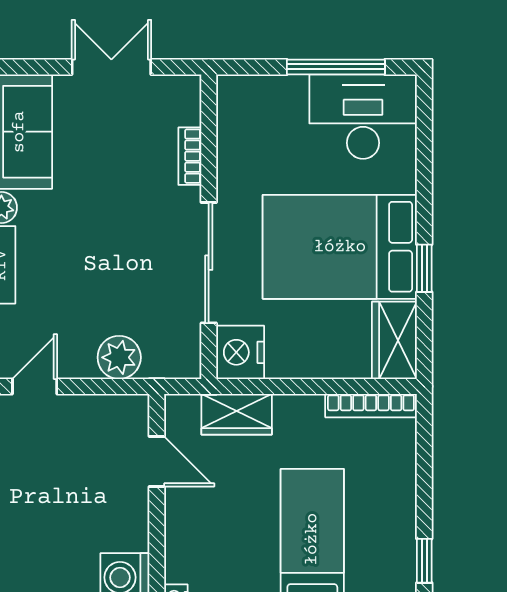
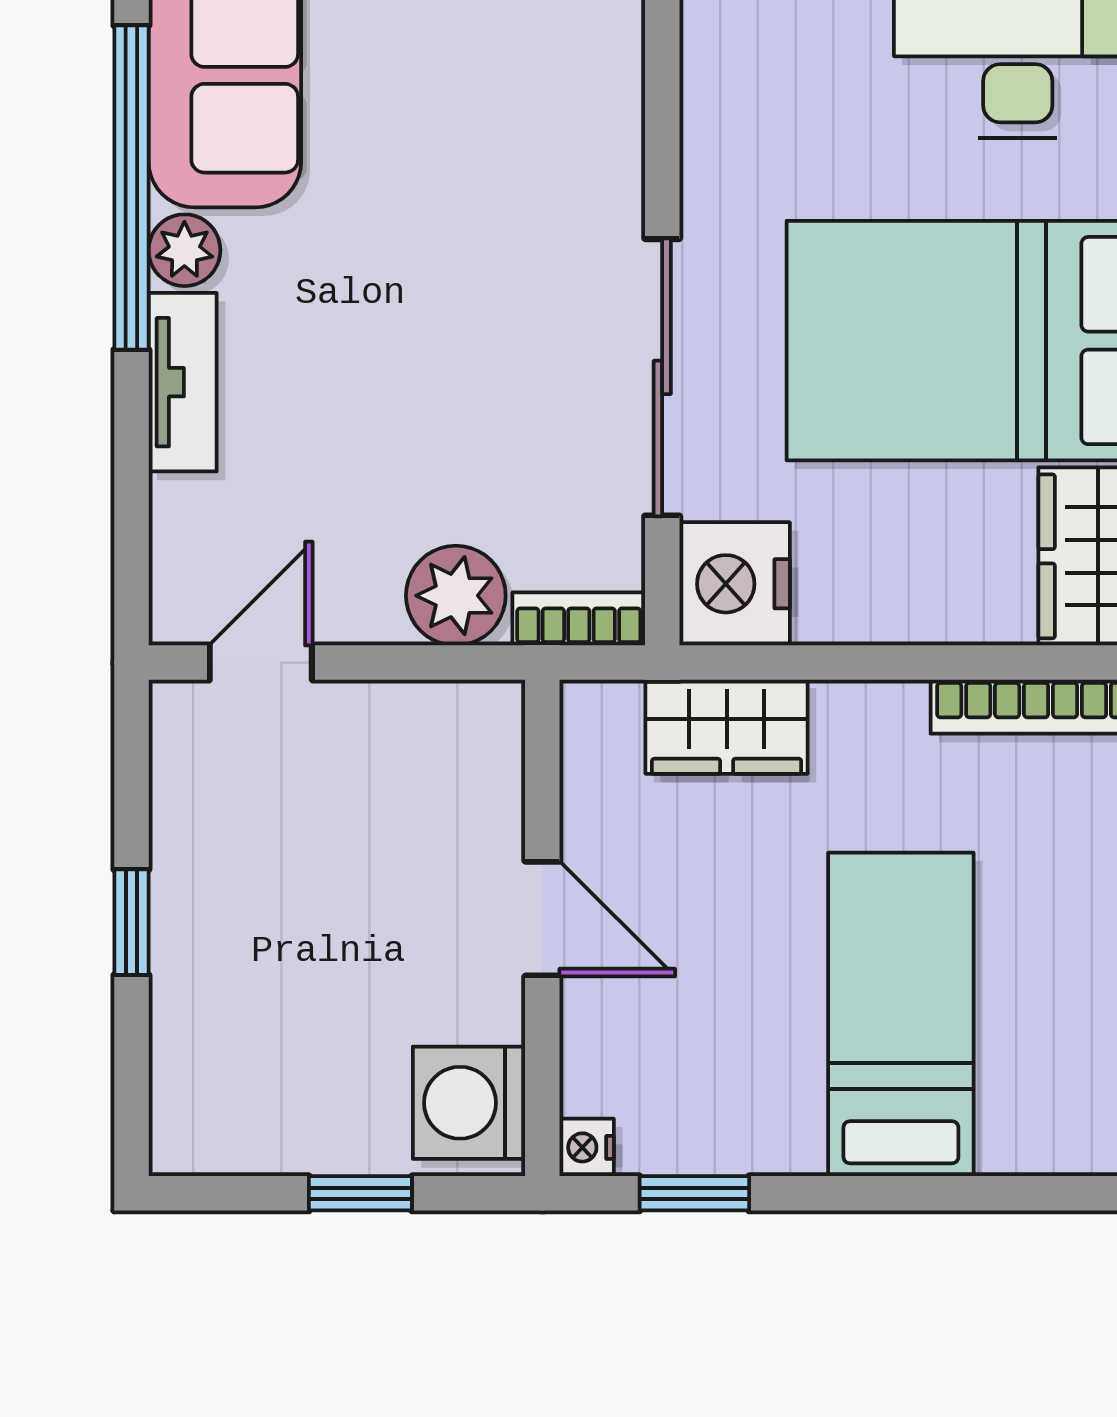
bookcase: (190, 156) -> (579, 619), moved, turned 90
door: (157, 461) -> (542, 919), moved

